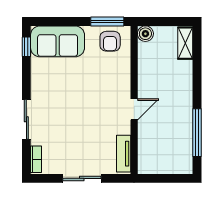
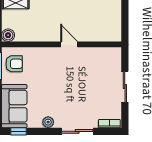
plant: (38, 83) -> (48, 122), added
tv unit: (124, 154) -> (105, 53), removed

